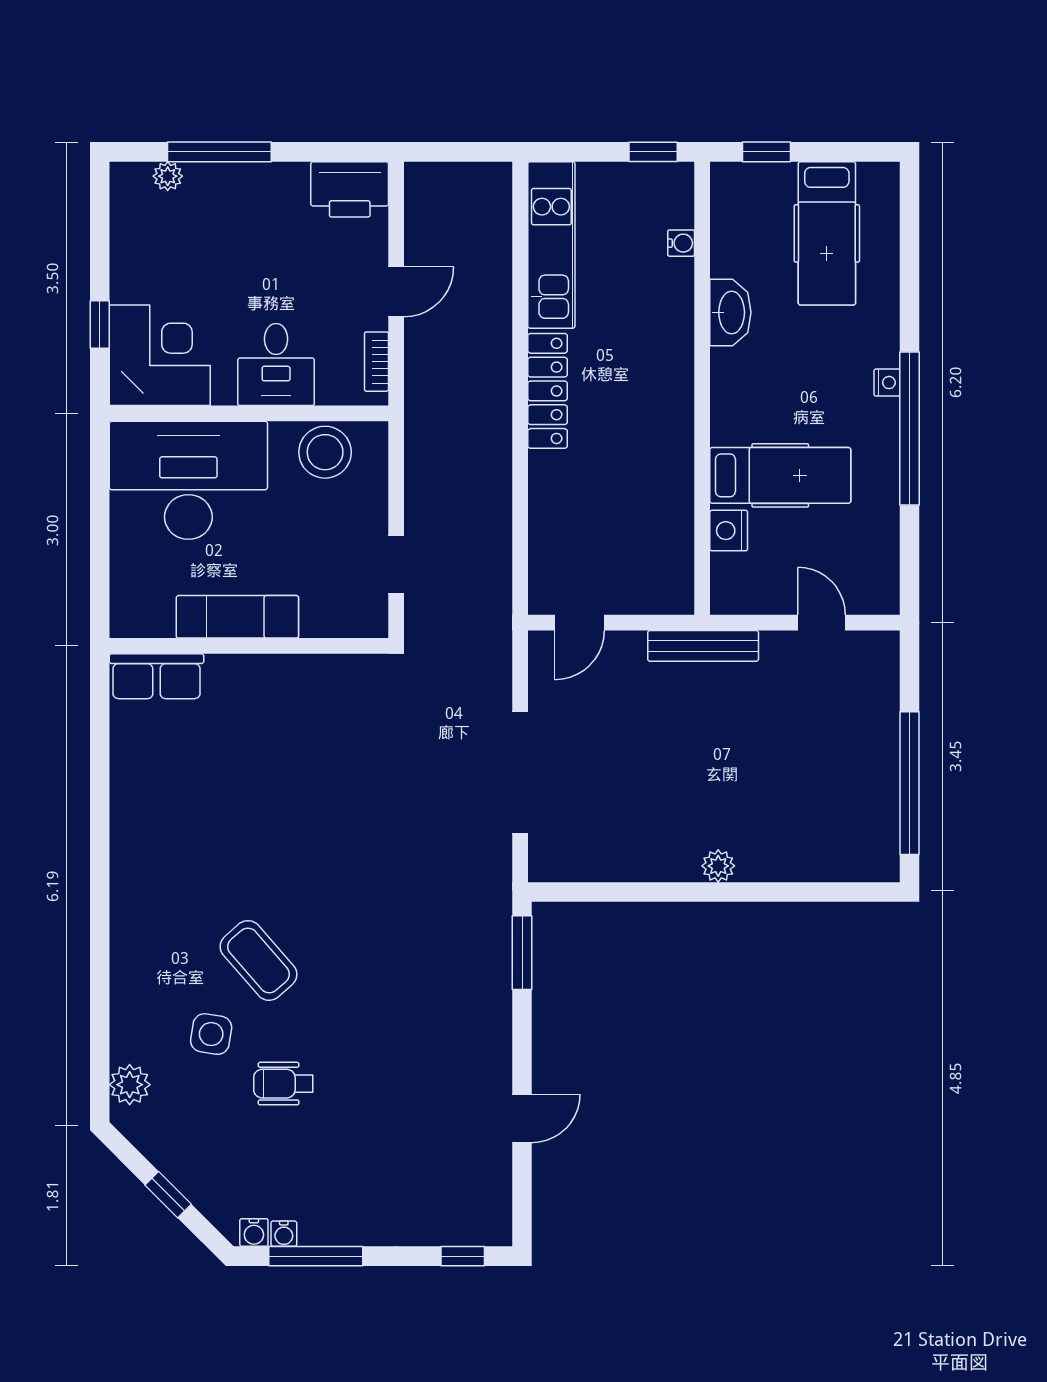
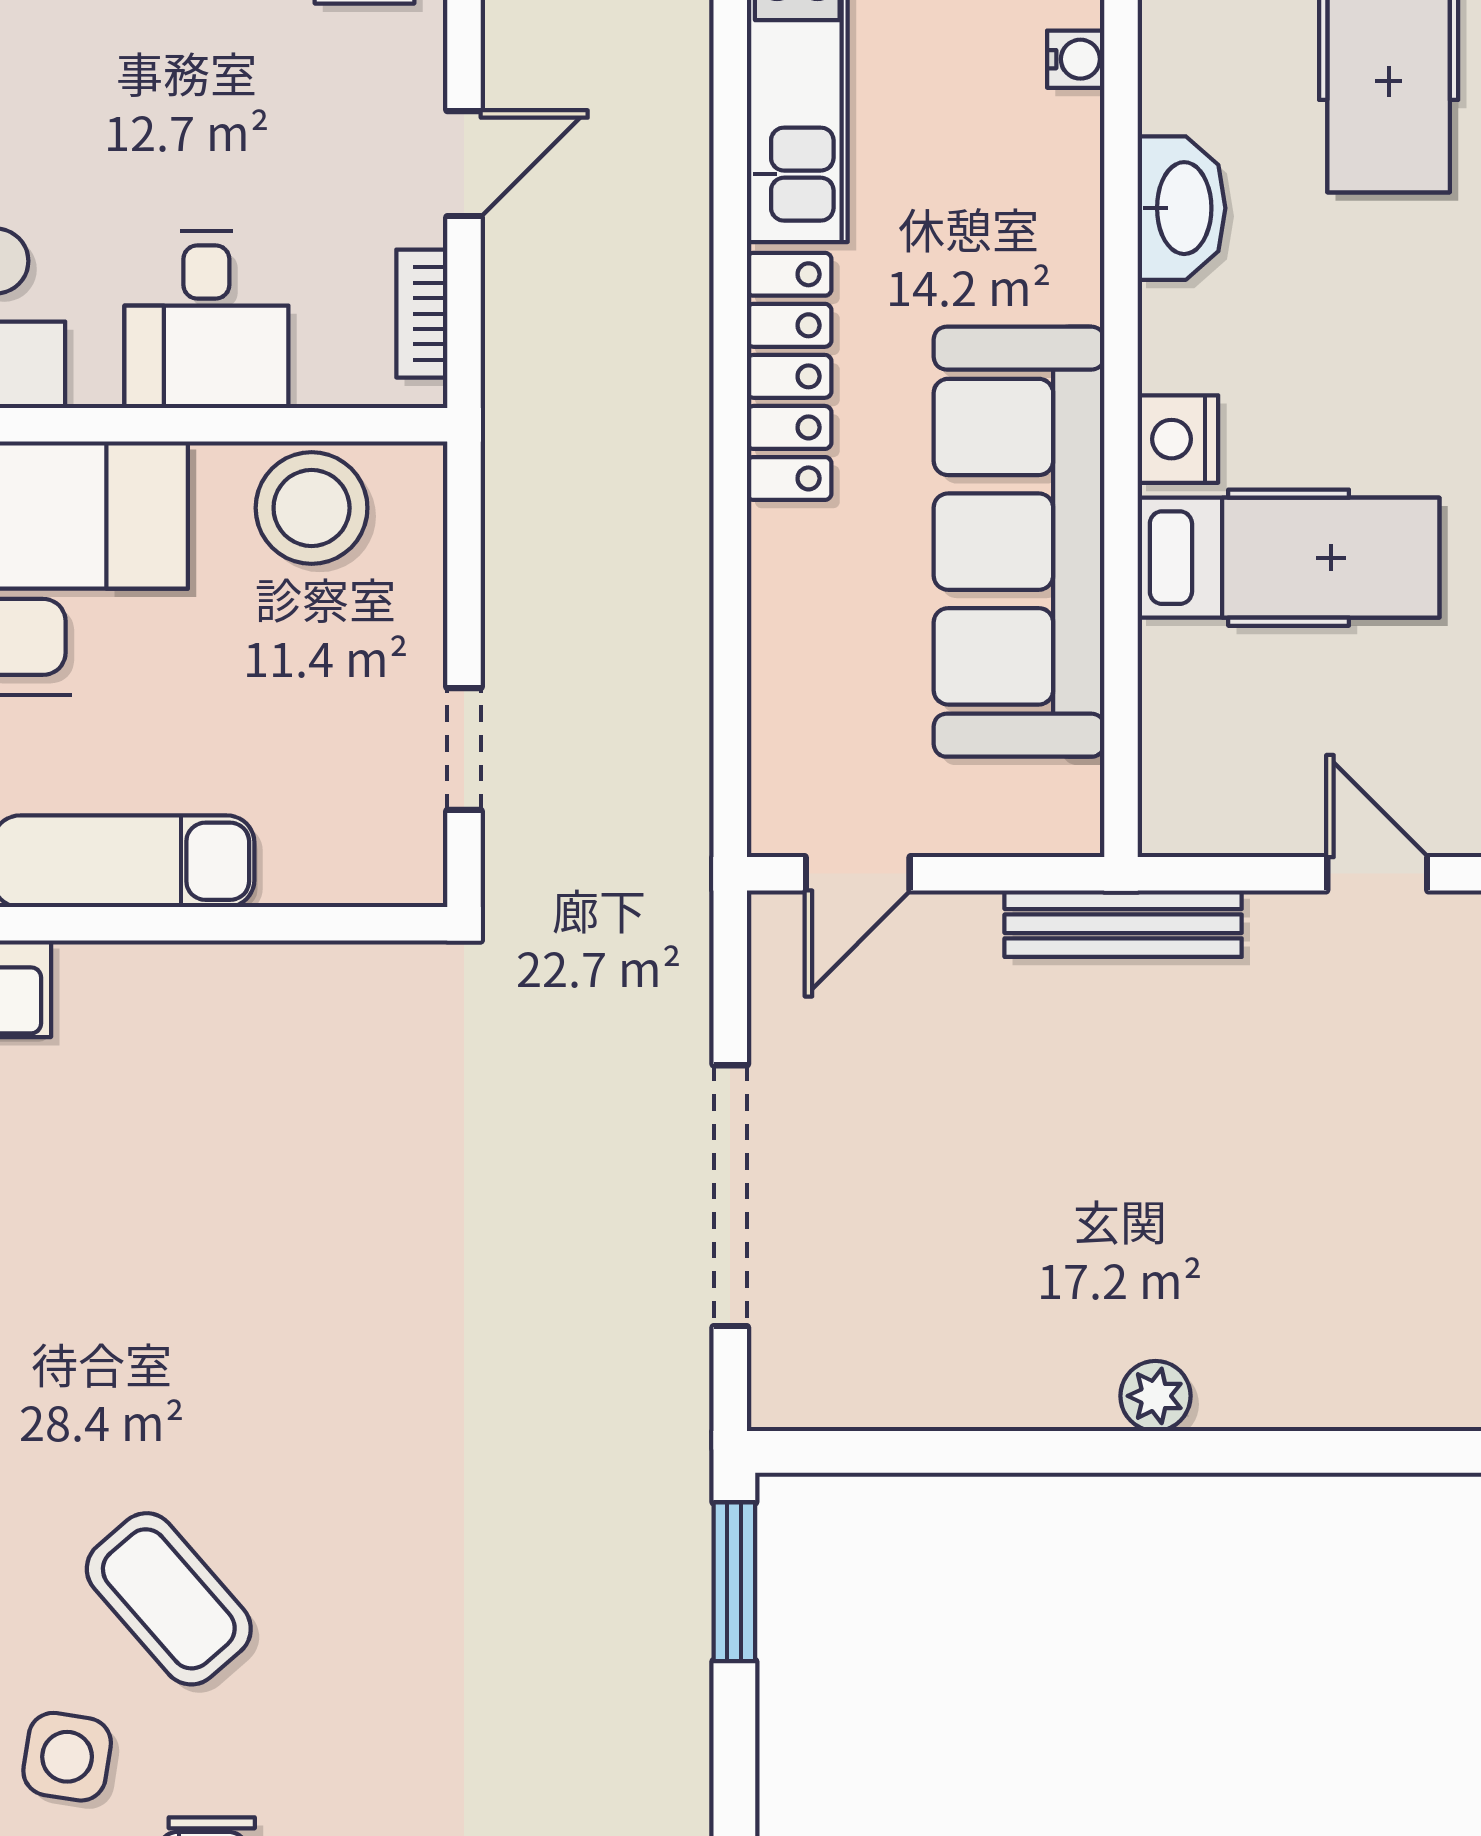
sofa: (655, 468) -> (1019, 542), added
nightstand: (729, 531) -> (1178, 439), moved

